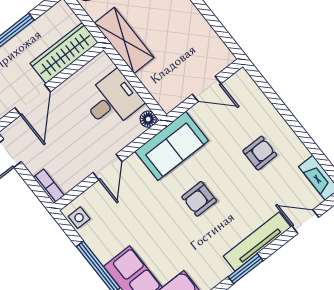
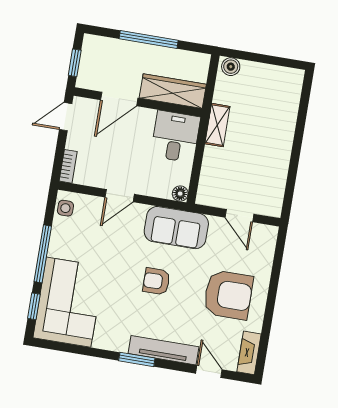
shelving: (124, 40) -> (217, 125), width x0.67, depth x0.75
desk: (112, 100) -> (175, 136), moved, turned -90
armchair: (260, 153) -> (228, 295), width x1.88, depth x1.88

